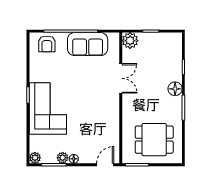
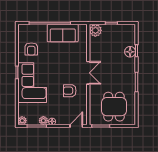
armchair: (47, 44) -> (31, 49), moved
double door: (121, 78) -> (88, 73), moved
floor lamp: (175, 89) -> (130, 52), moved
armchair: (97, 119) -> (70, 91), added
dining table: (154, 140) -> (114, 107), turned 90

